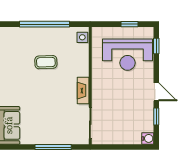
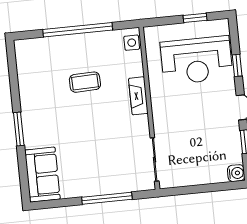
window: (156, 46) -> (237, 65), moved
fireplace: (83, 91) -> (138, 96), moved

